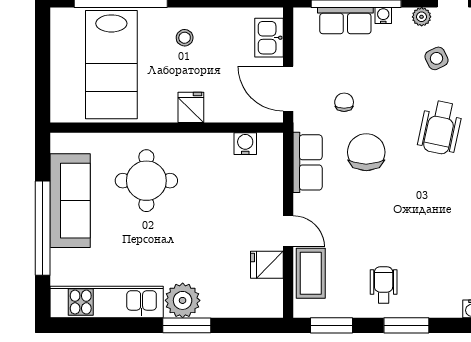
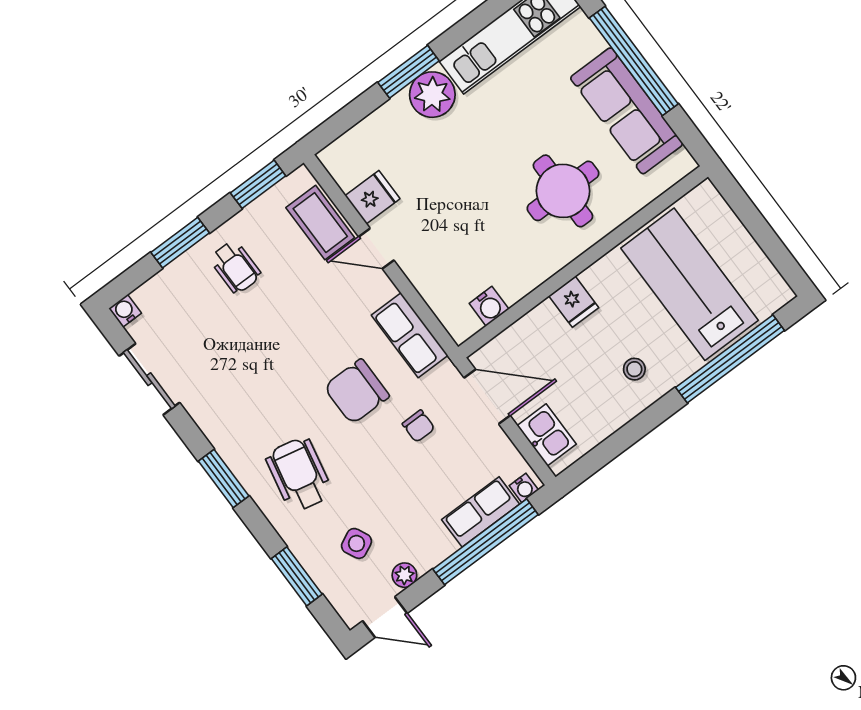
water cooler: (383, 16) -> (524, 488), moved
chair: (366, 152) -> (357, 391), turned 90

